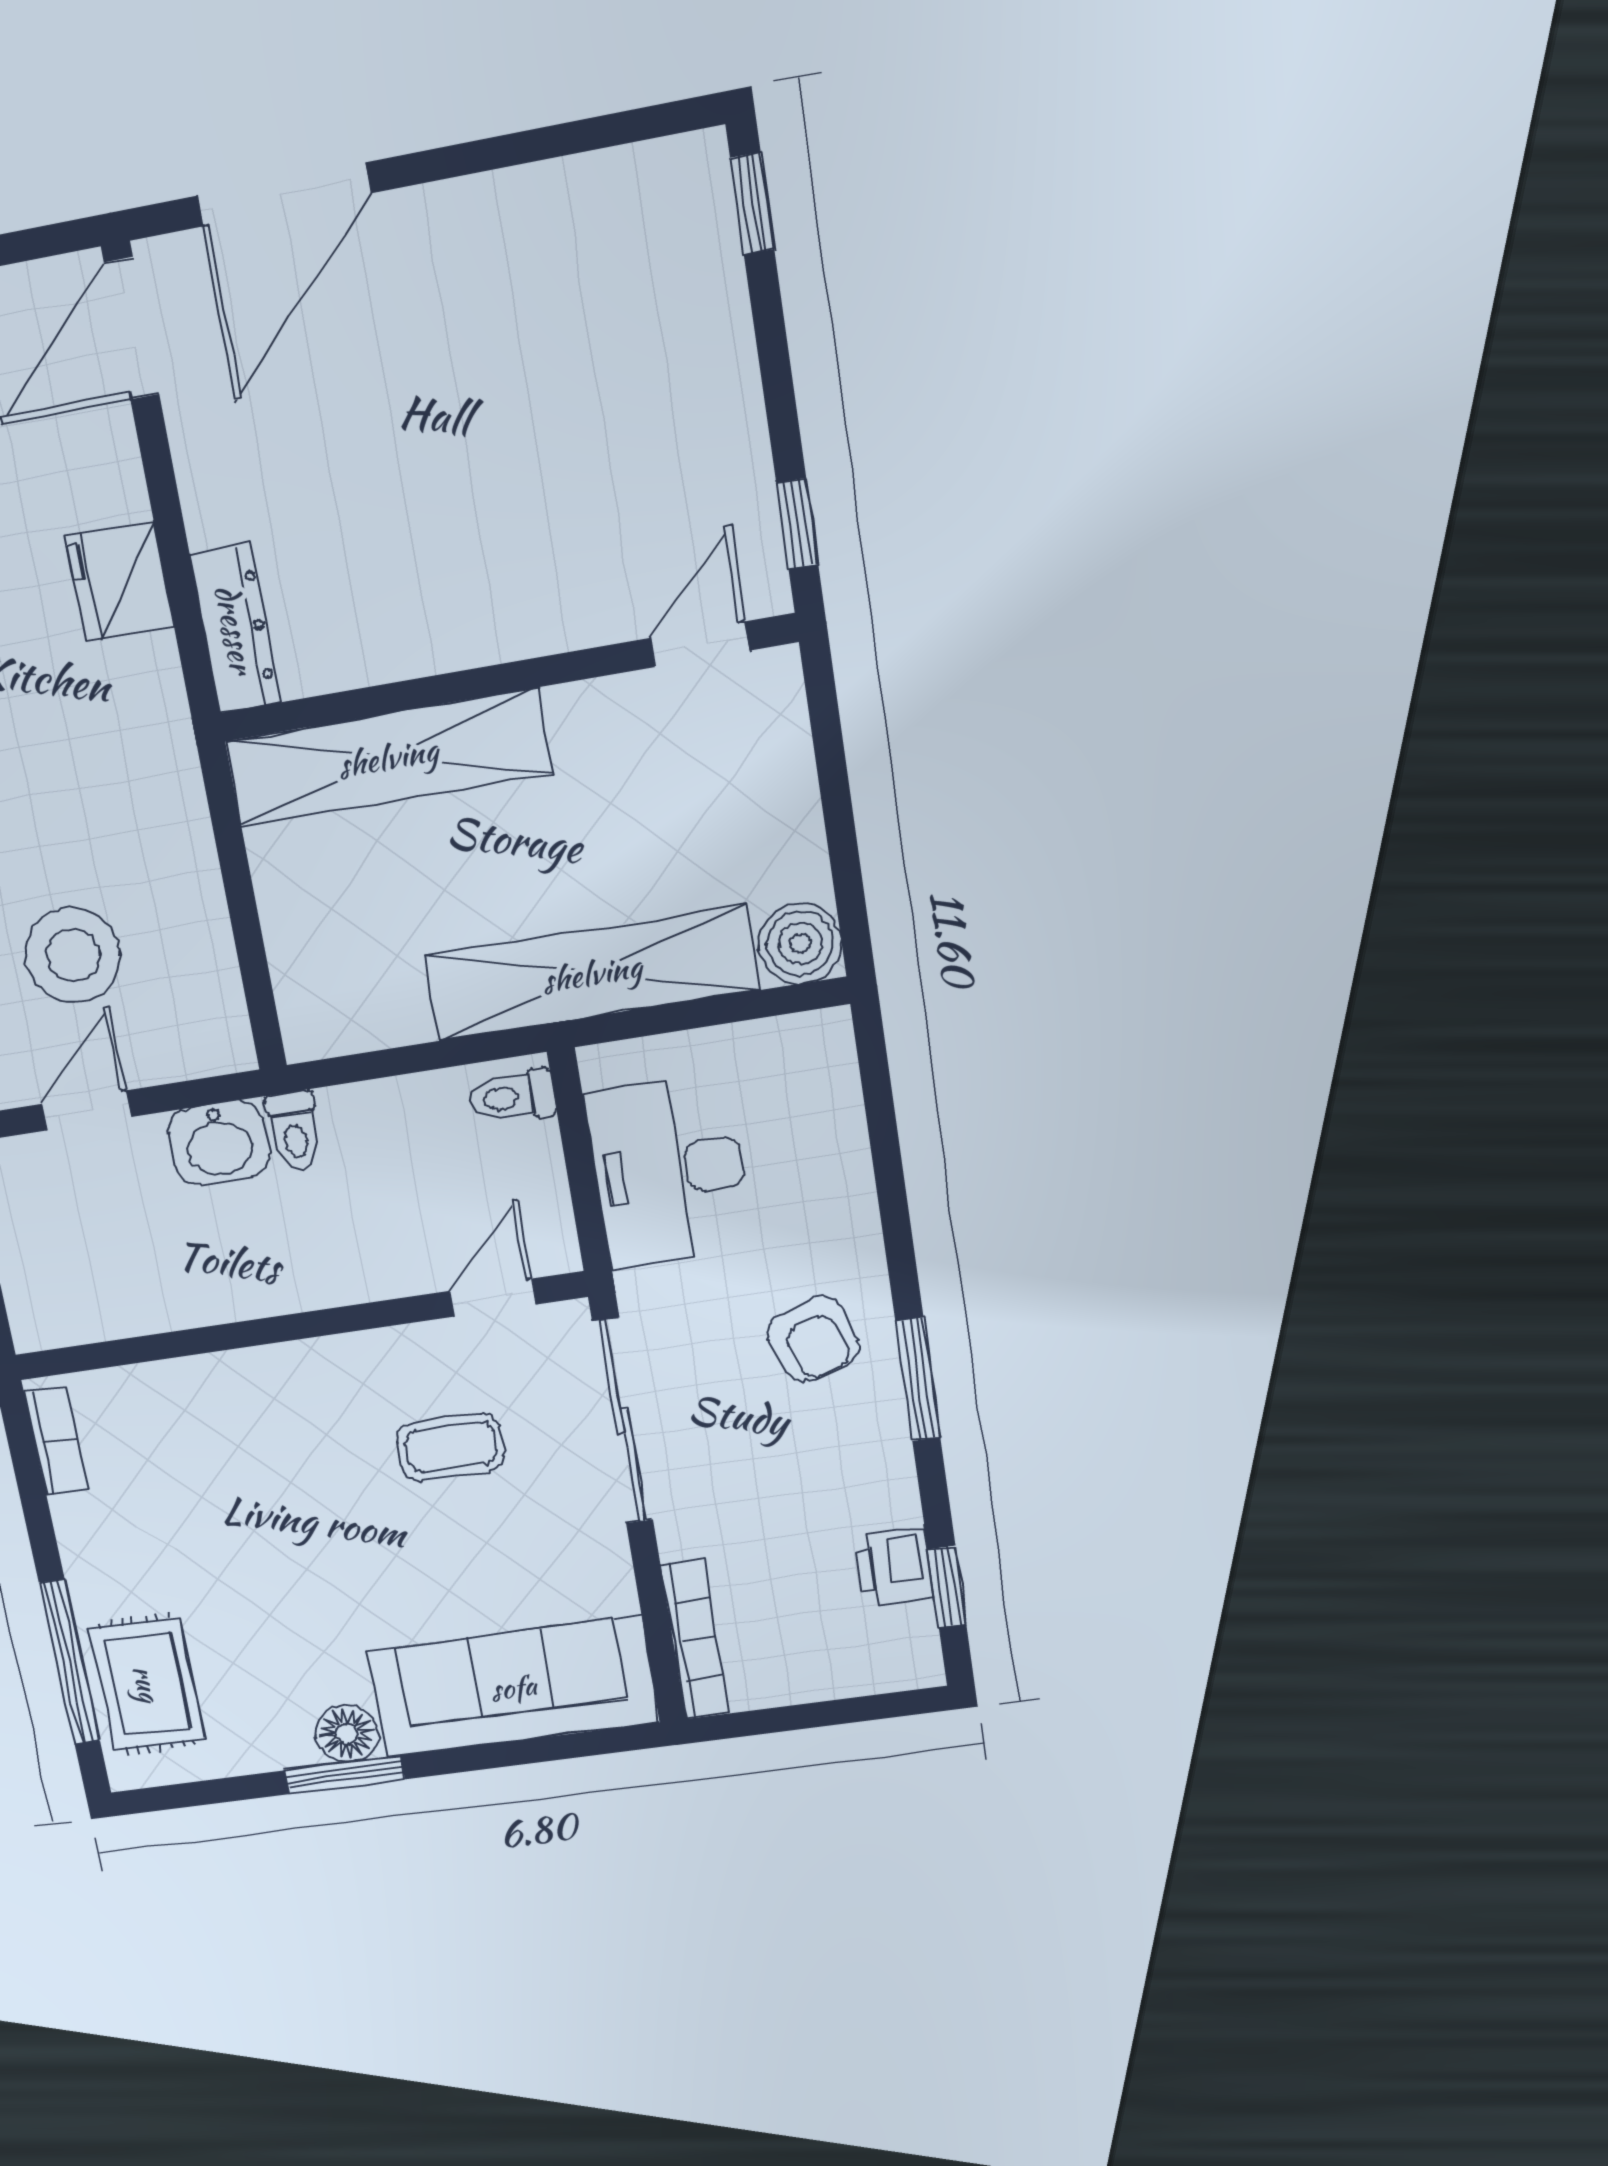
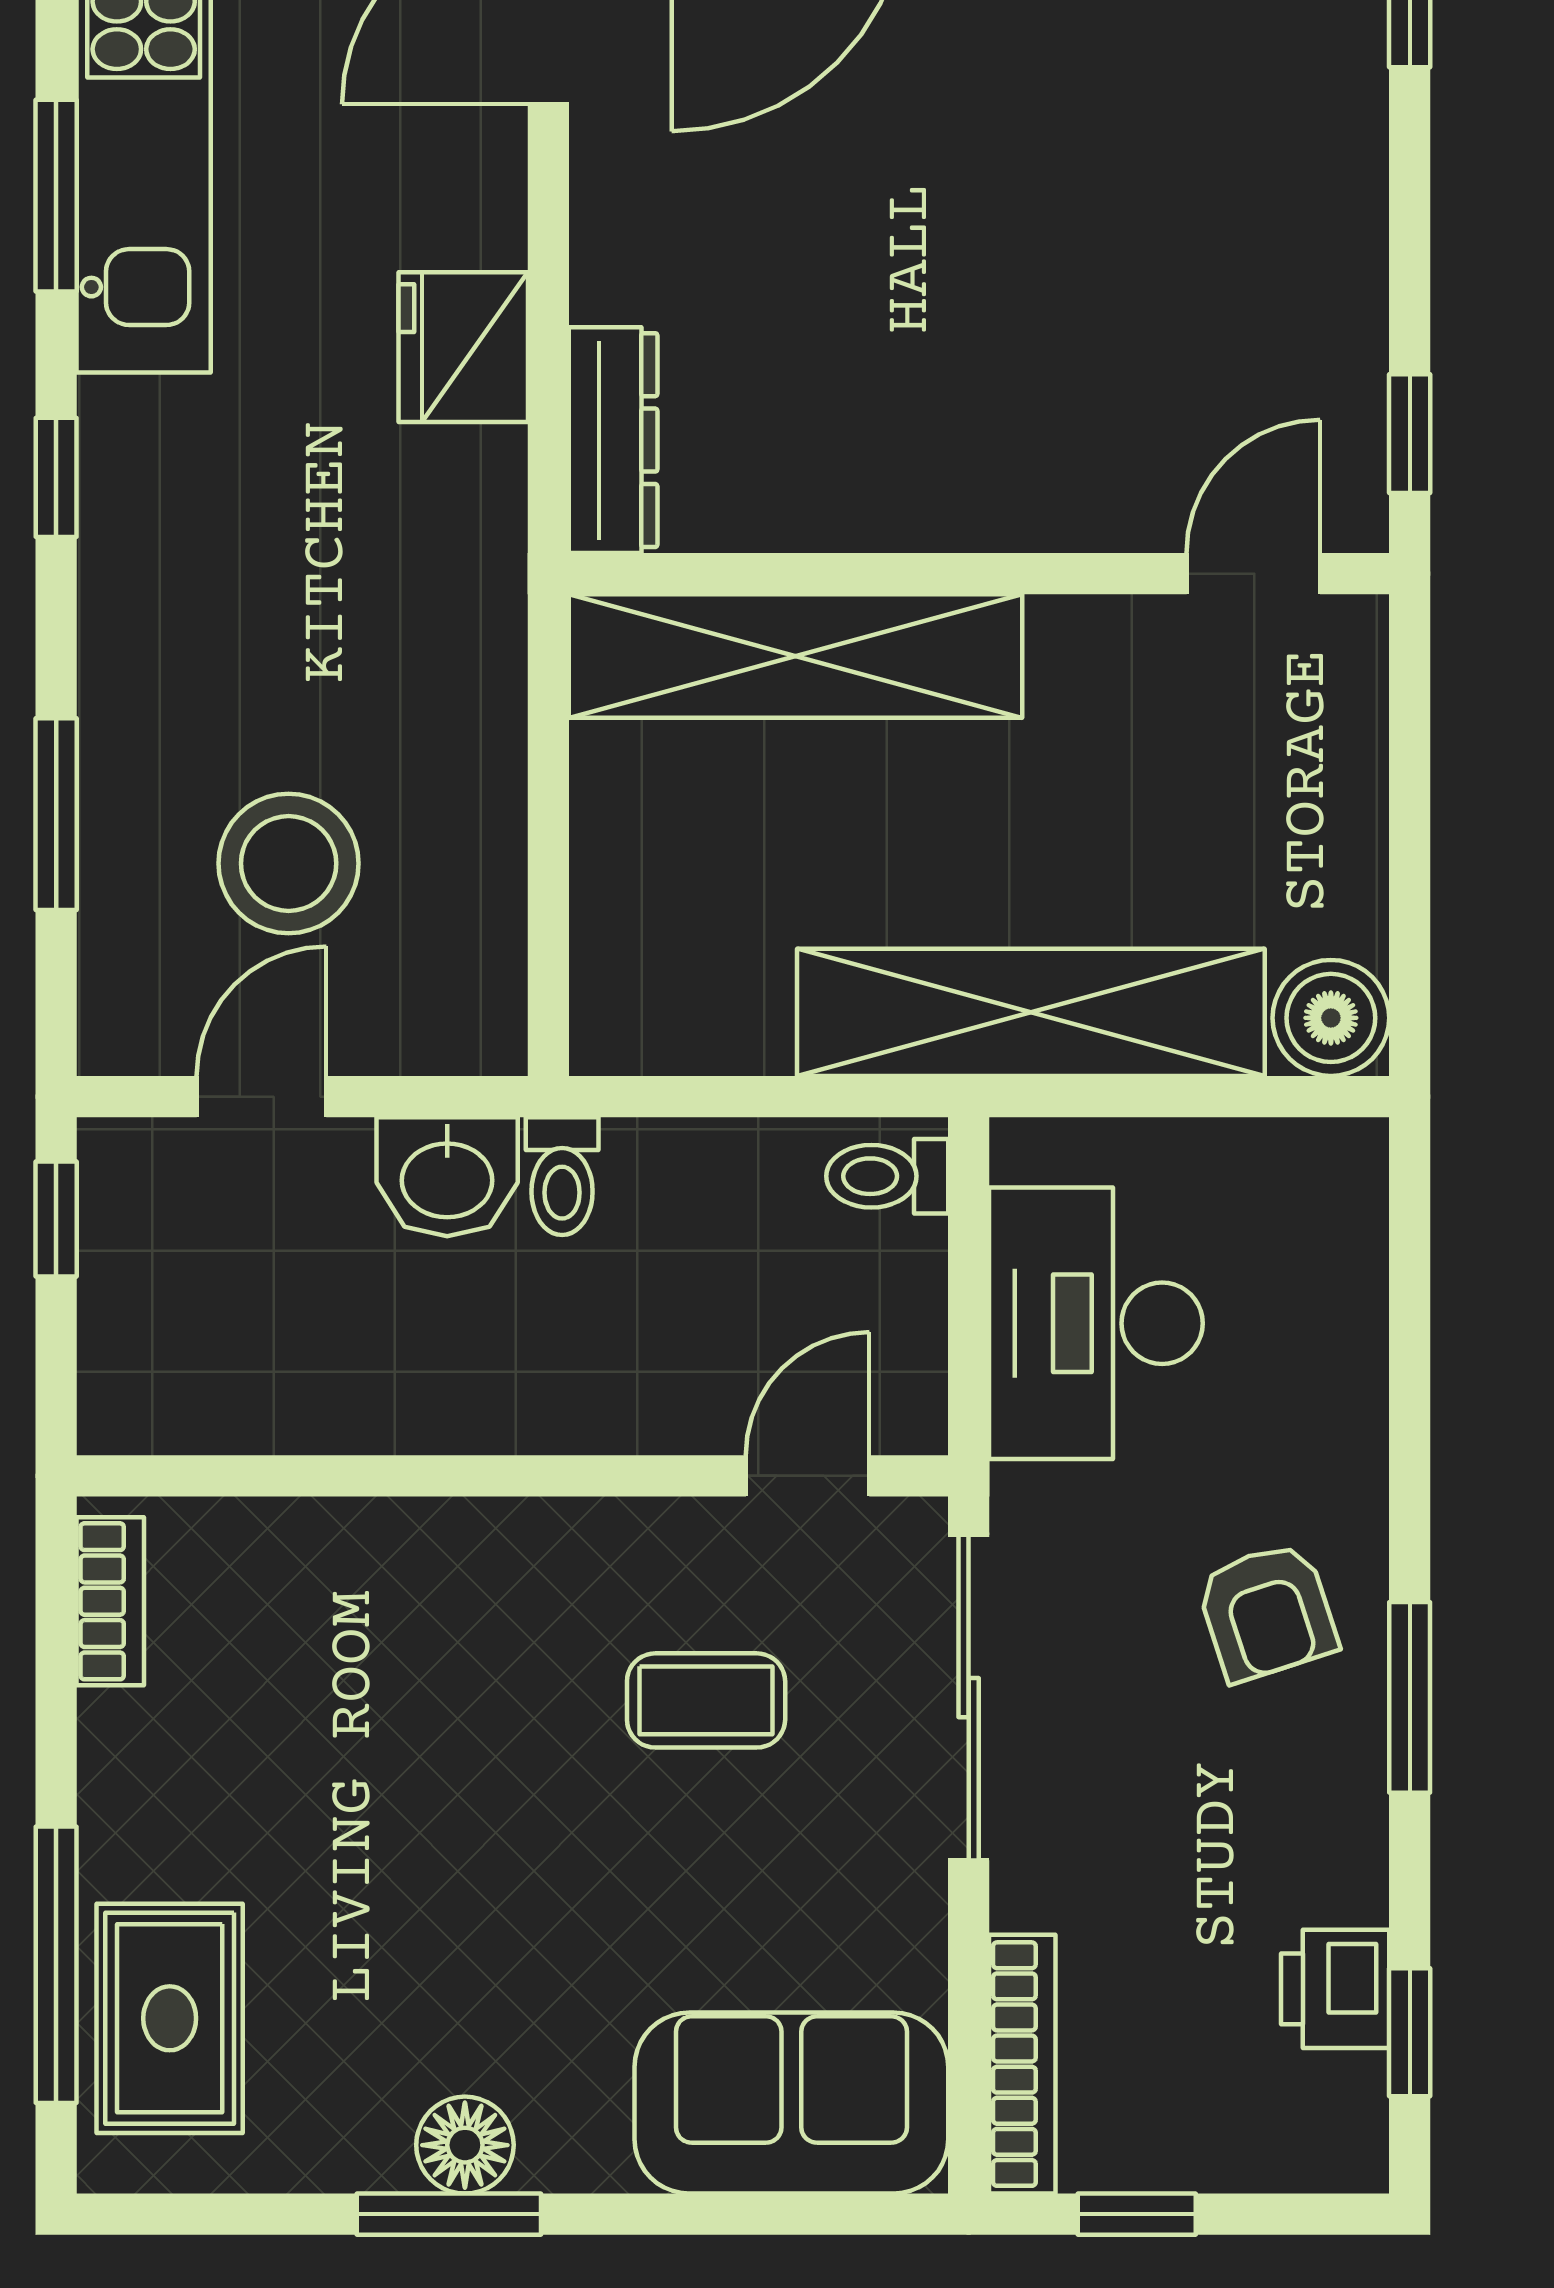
sofa: (513, 1687) -> (791, 2103), width x0.73
window: (784, 1719) -> (1137, 2214), added

